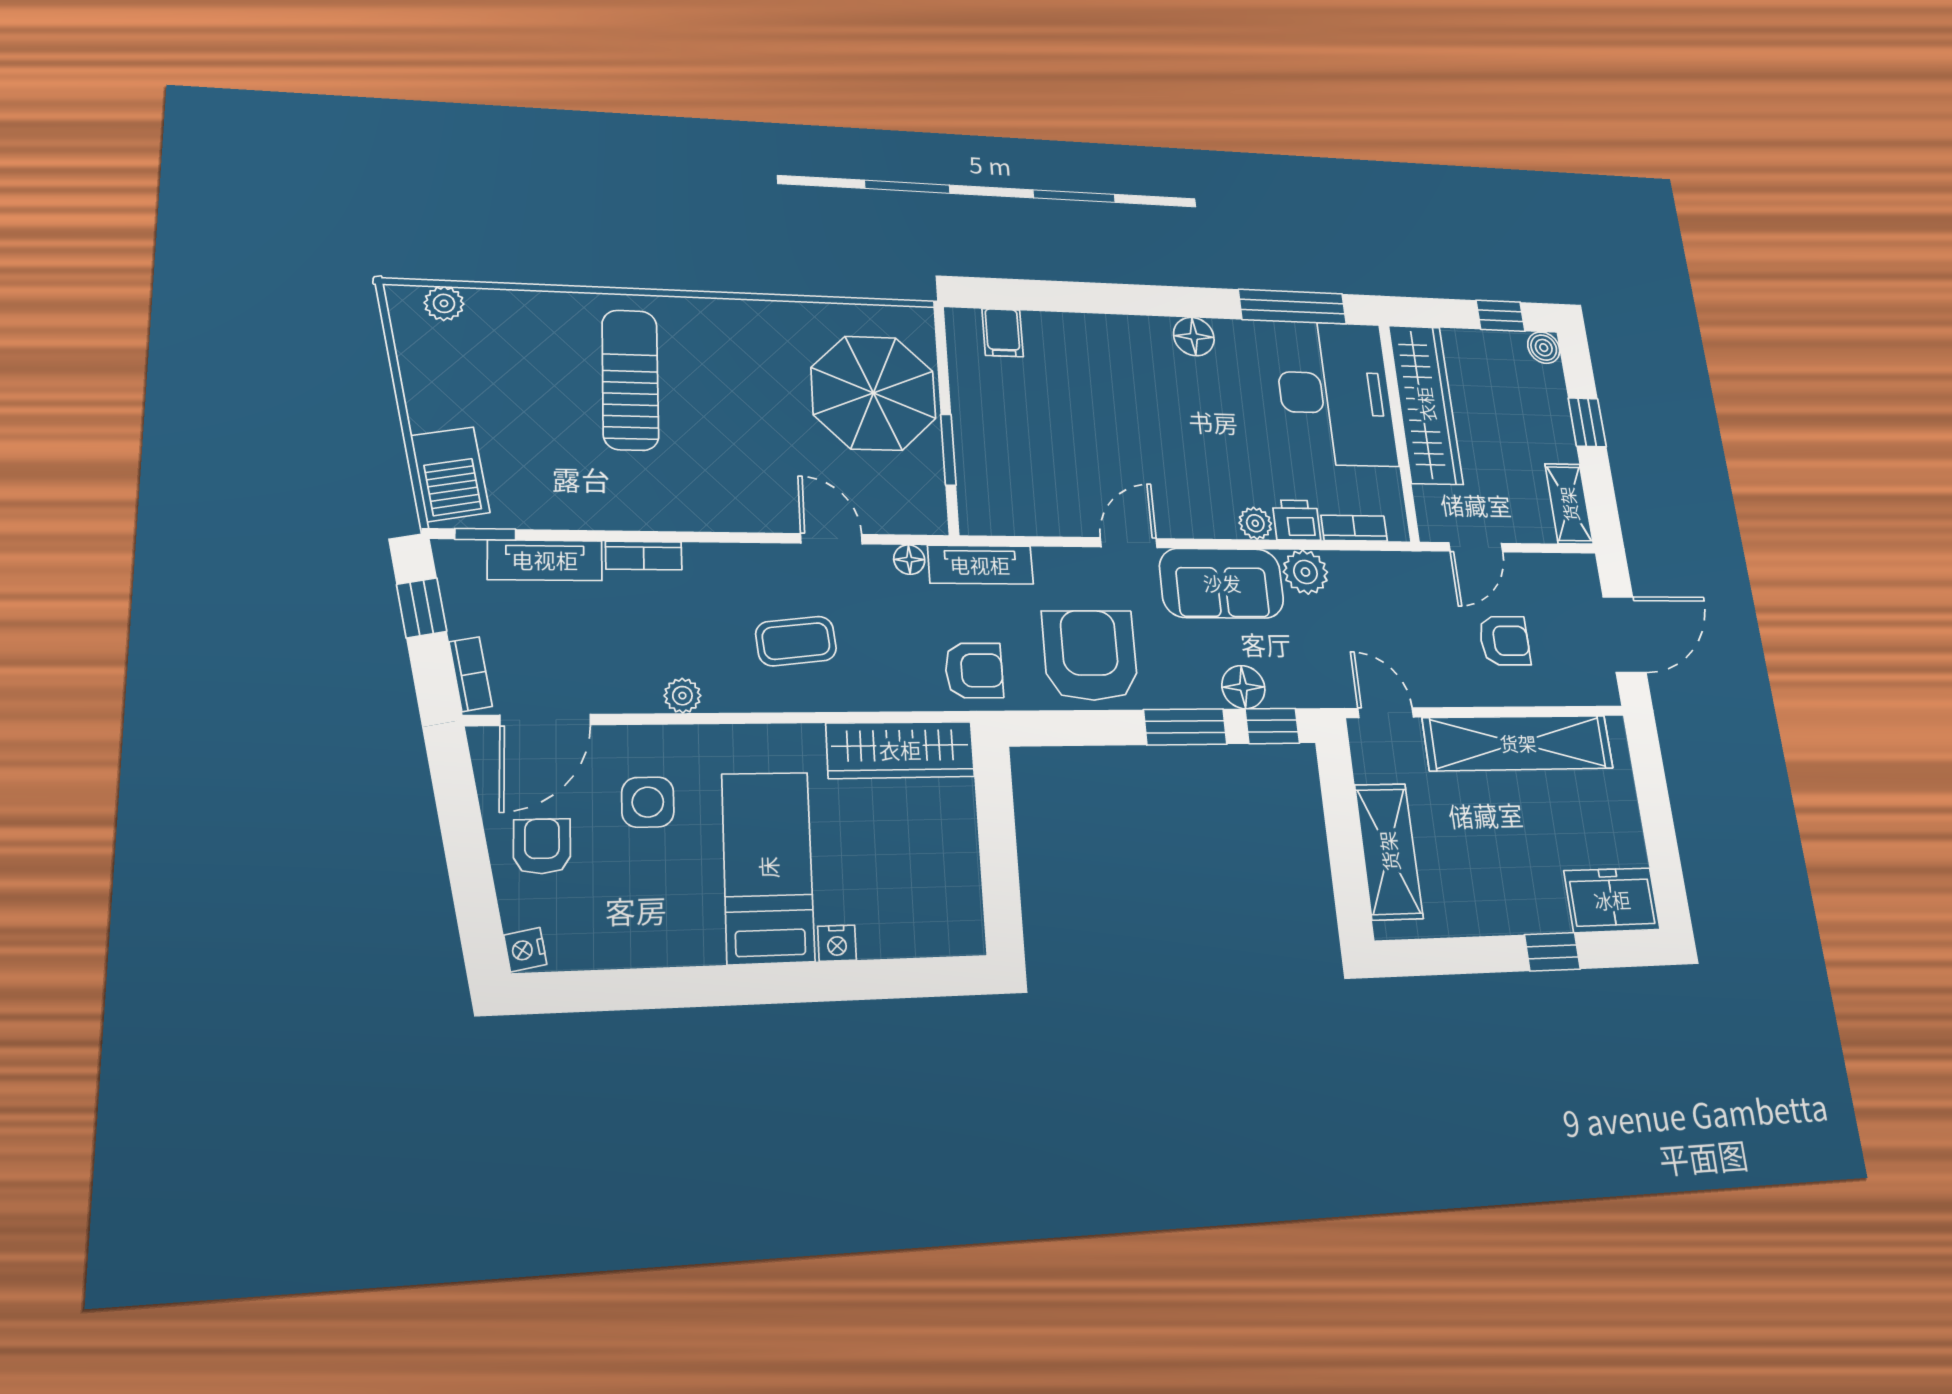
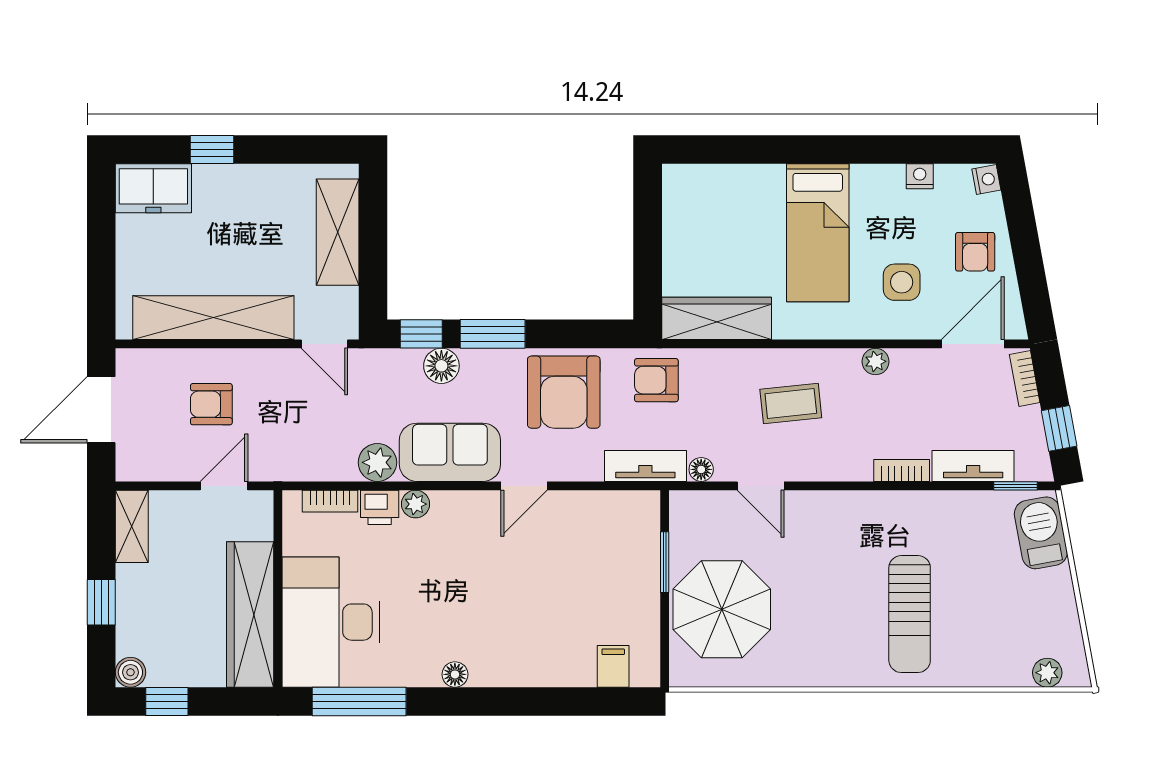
floor lamp: (1194, 337) -> (455, 674), width x0.73, depth x0.73
nightstand: (837, 943) -> (920, 176), moved

